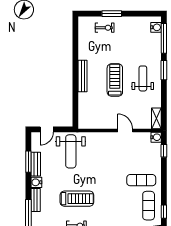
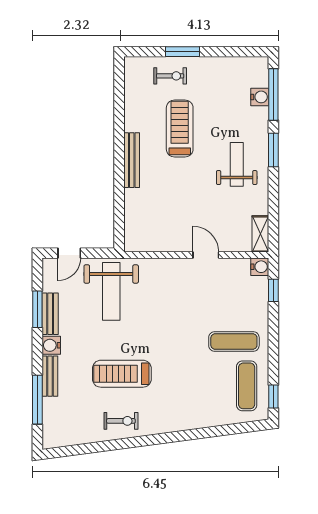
water cooler: (156, 27) -> (260, 97), moved
treadmill: (115, 80) -> (180, 128), moved
treadmill: (77, 199) -> (122, 374), turned 180

